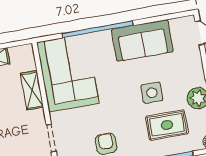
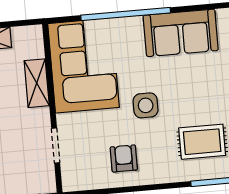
side table: (152, 93) -> (146, 105), moved

